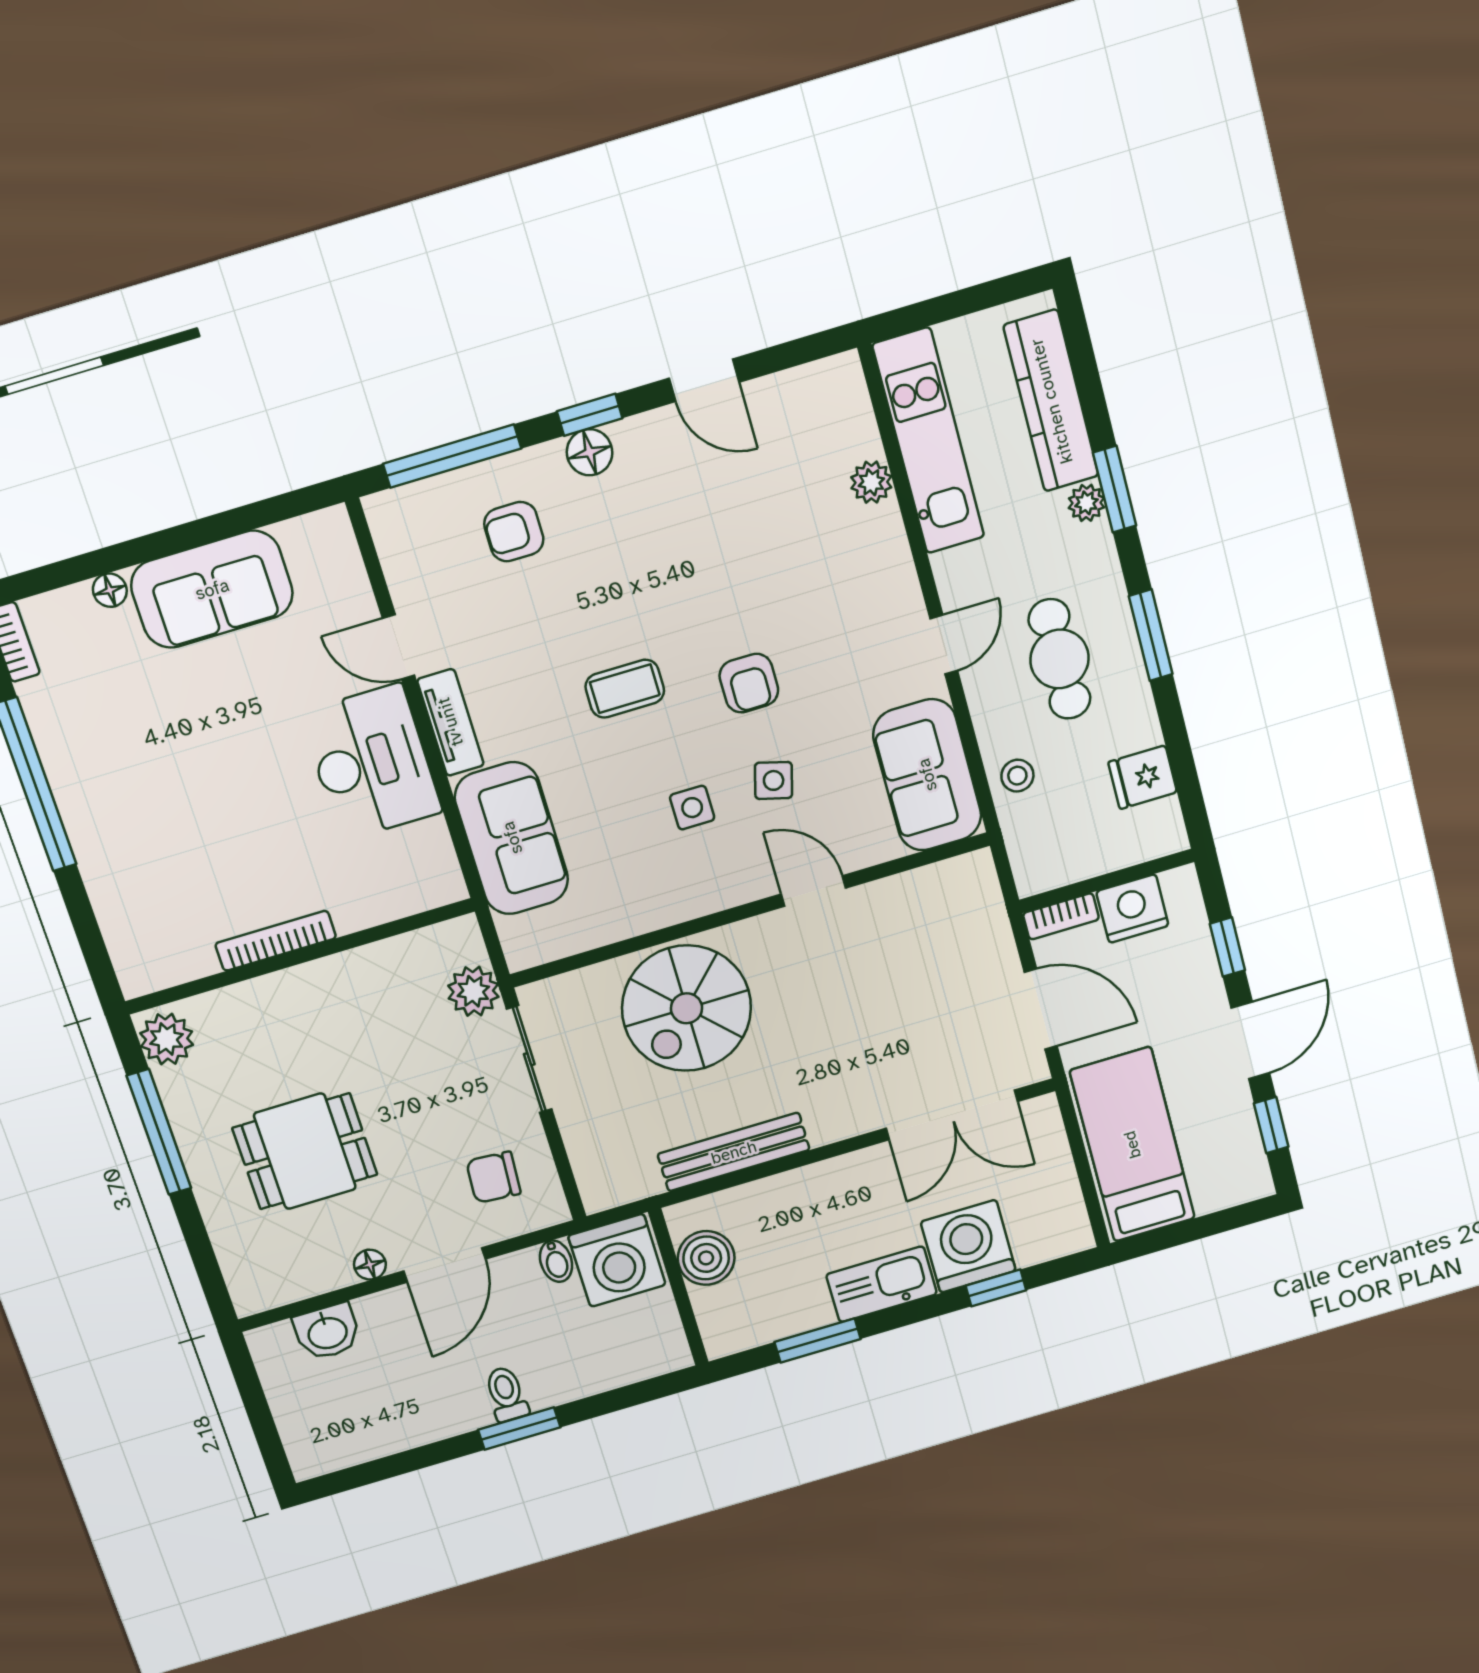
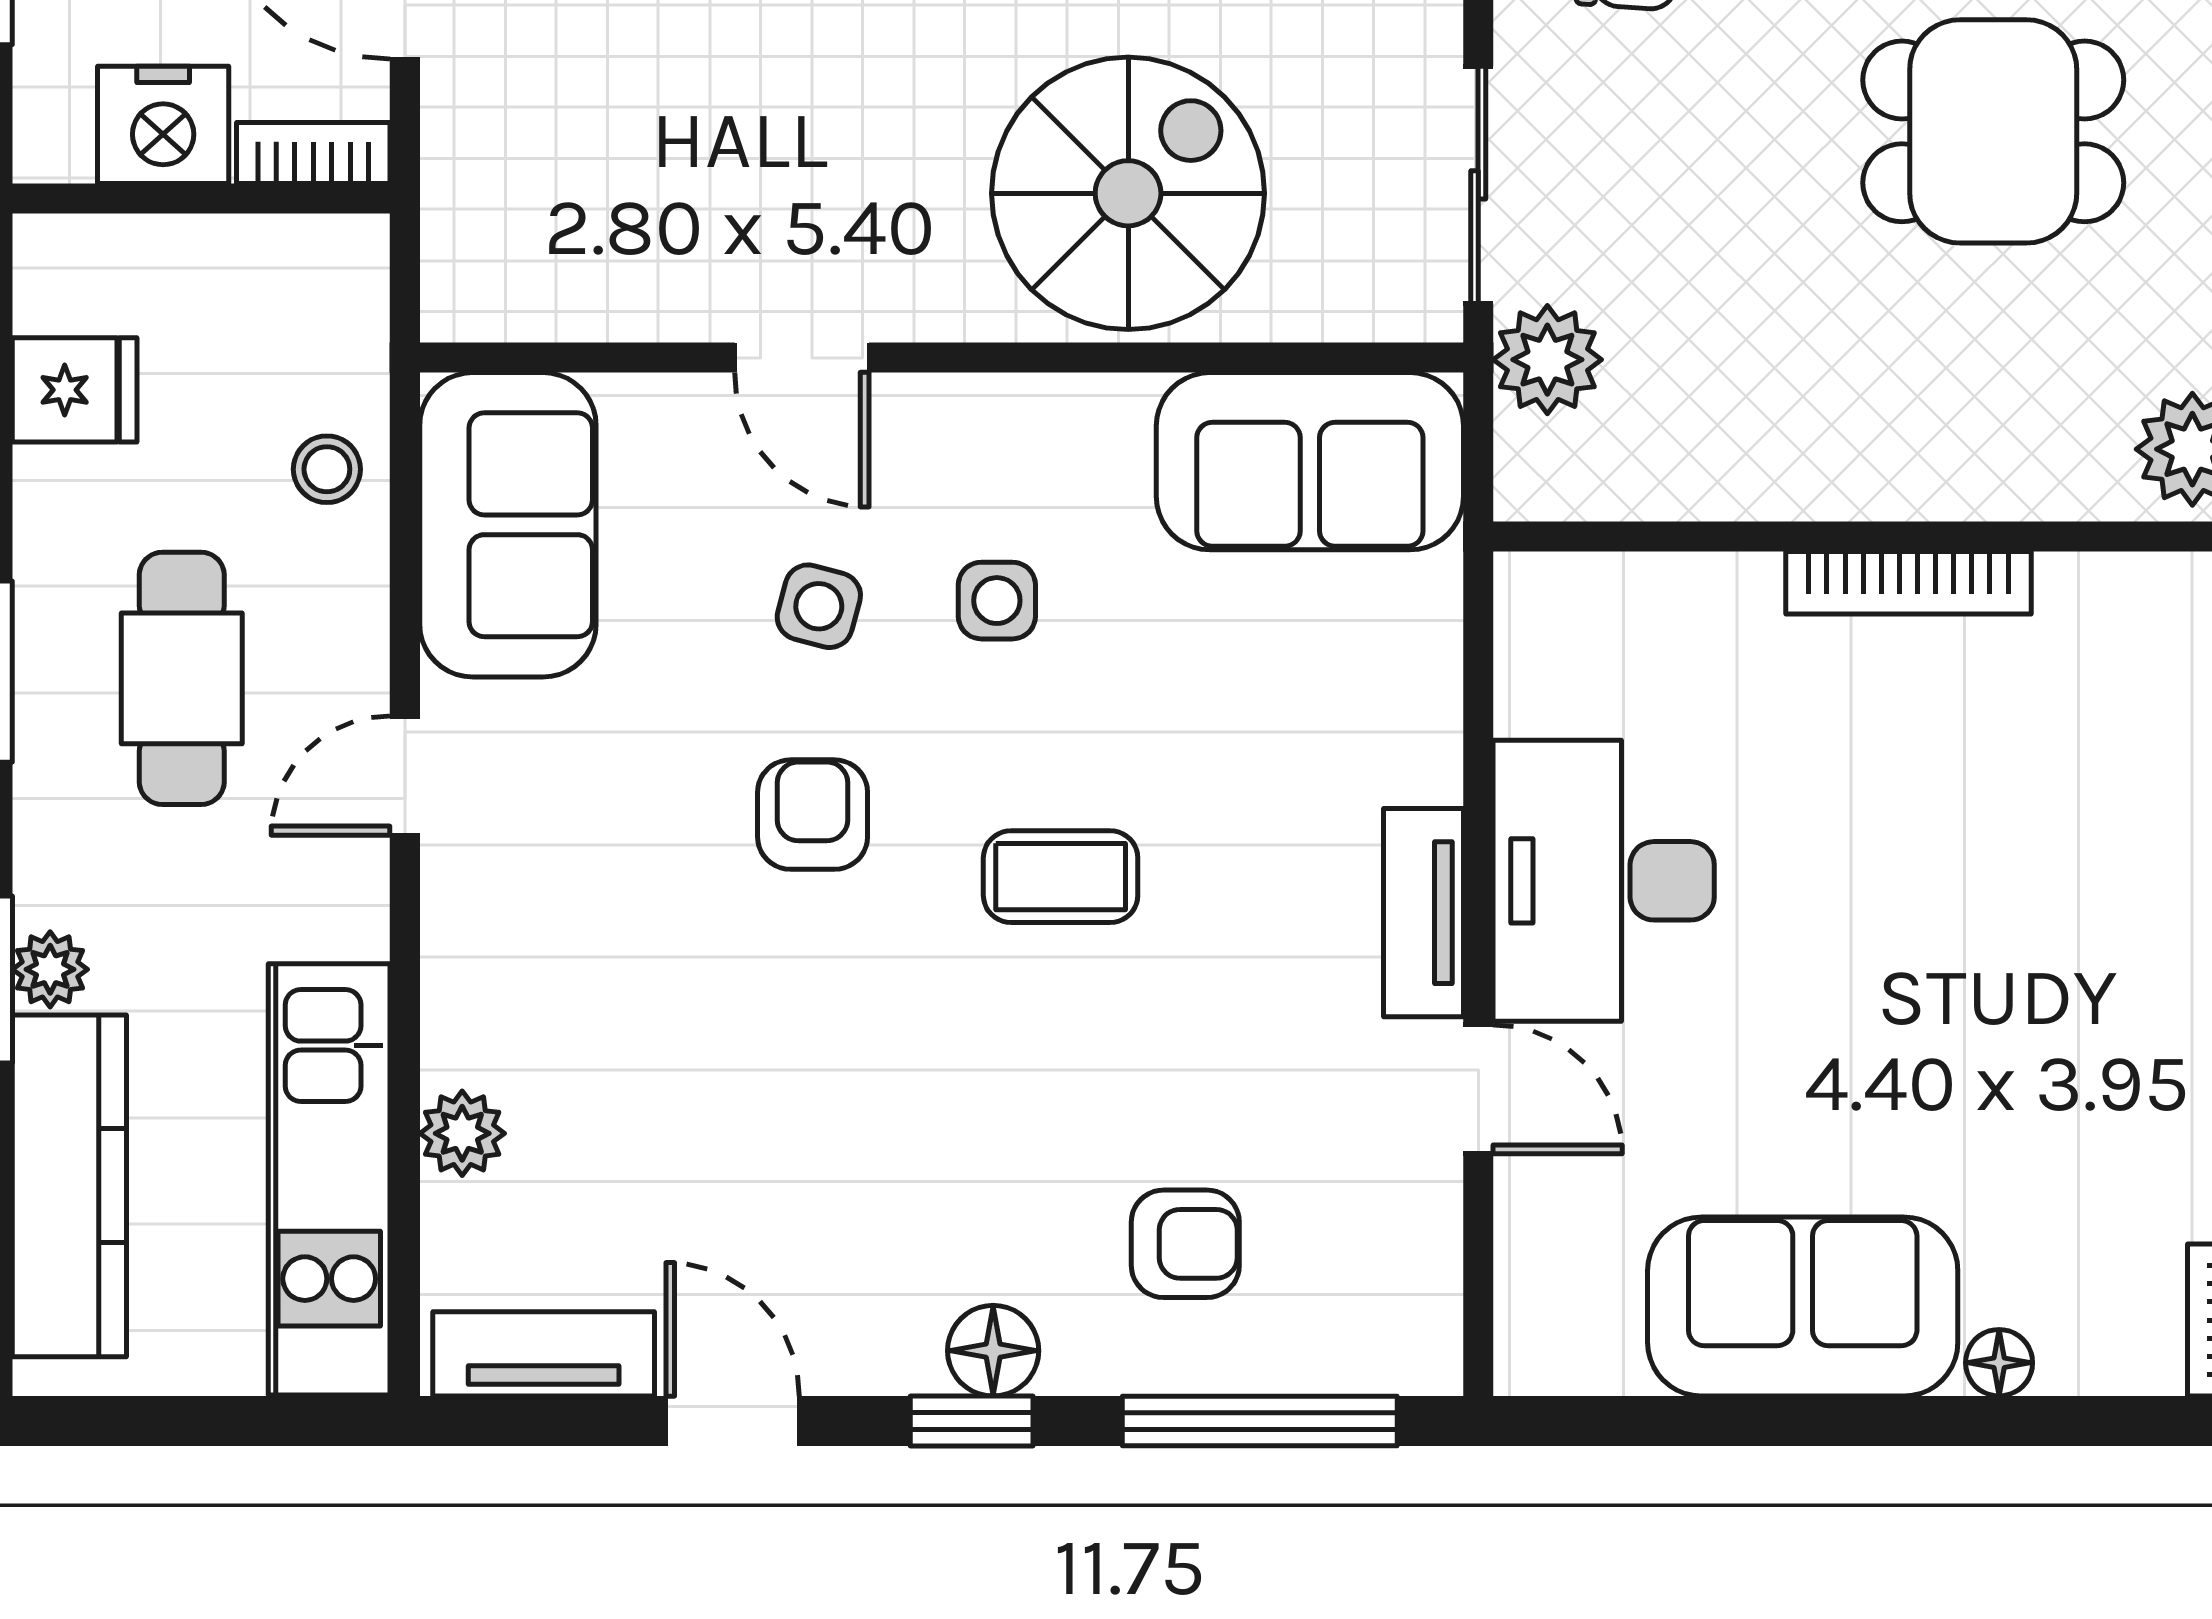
tv unit: (804, 386) -> (544, 1354), added
sofa: (512, 838) -> (1310, 461), moved, turned -90

